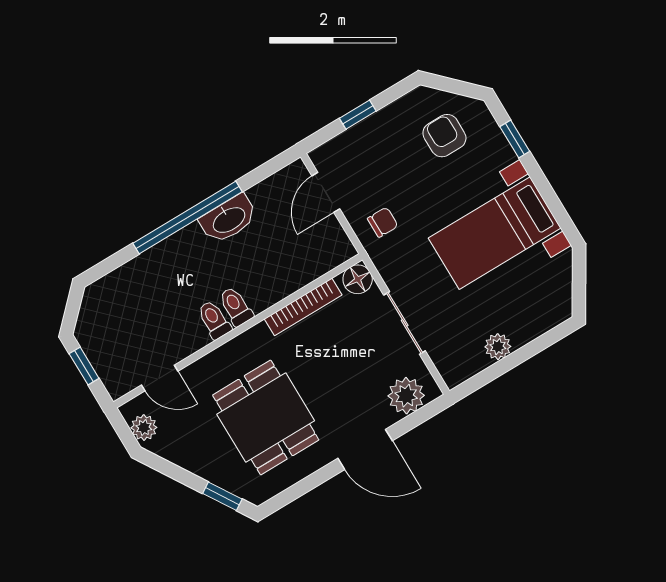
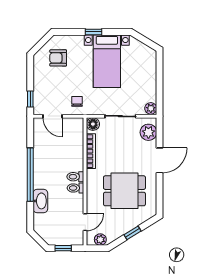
window: (358, 115) -> (30, 99), moved
window: (515, 139) -> (93, 32), moved
washbasin: (229, 219) -> (40, 201), moved
plant: (498, 347) -> (151, 108), moved
window: (222, 496) -> (133, 233), moved

